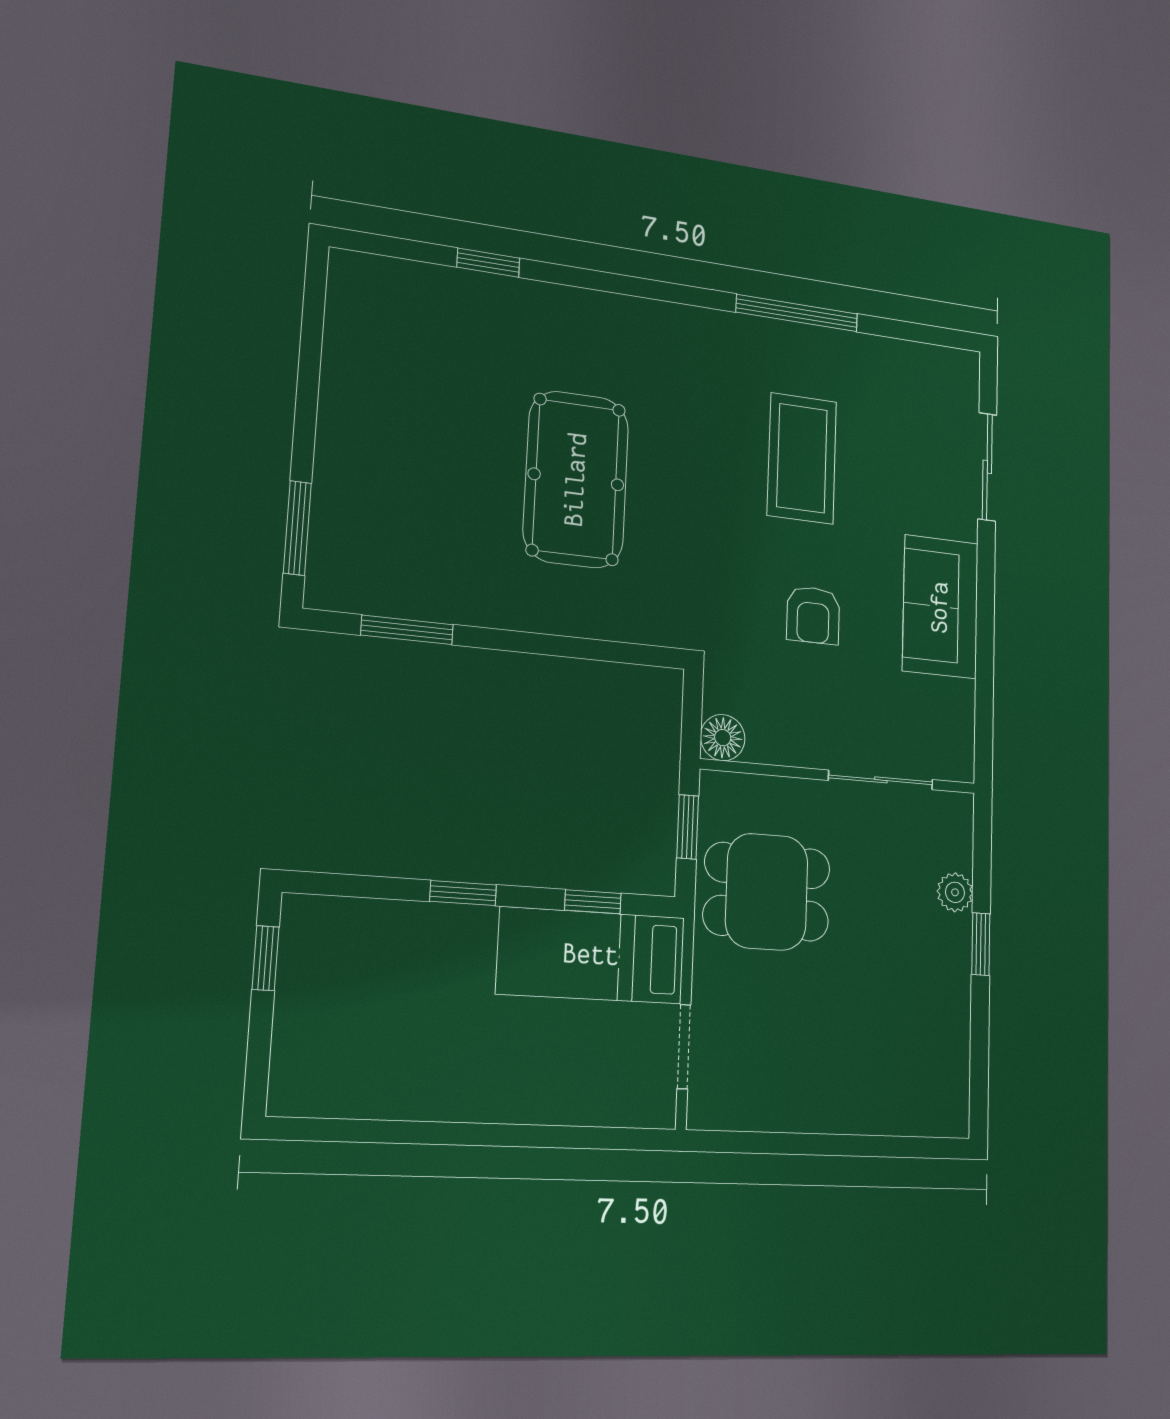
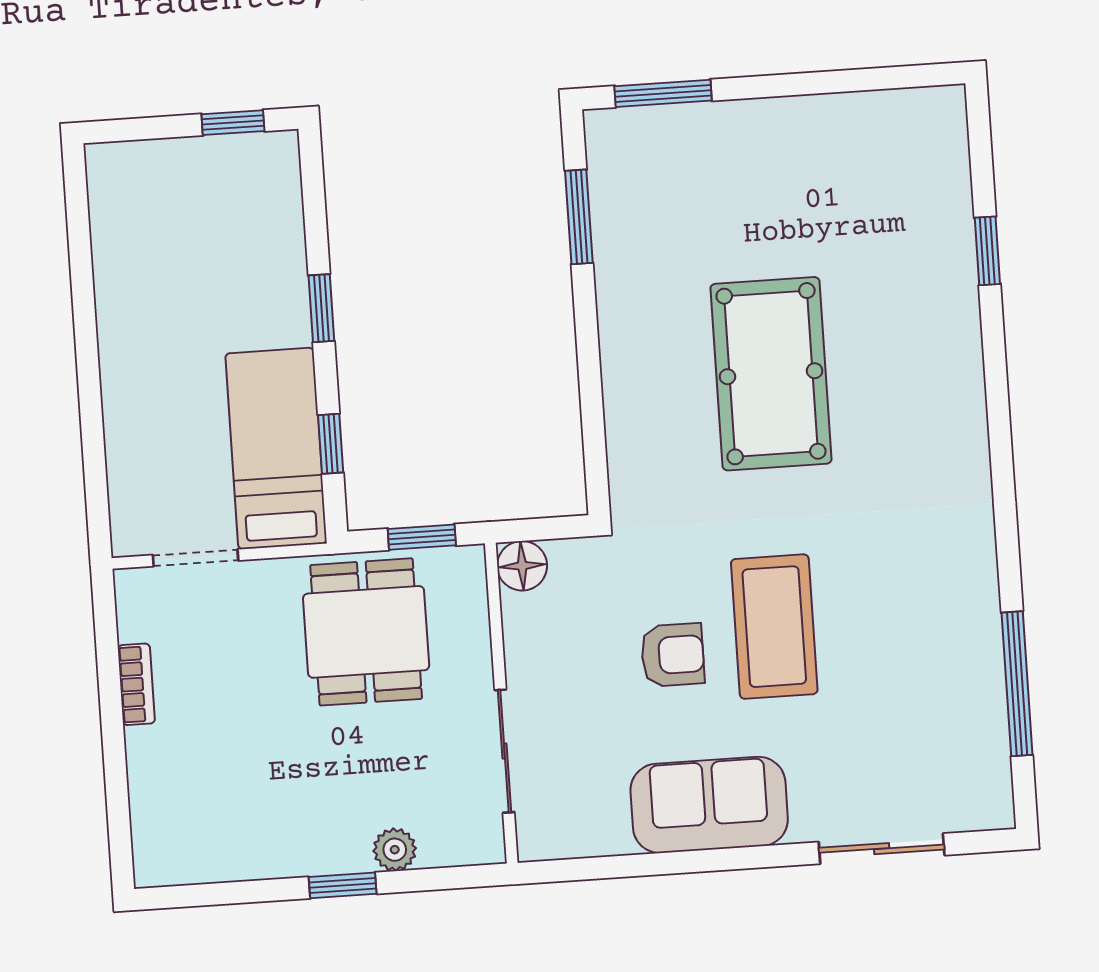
window: (797, 313) -> (1017, 684), moved
coffee table: (802, 458) -> (774, 627), moved, turned 90
pool table: (576, 479) -> (771, 374), turned 90
armchair: (813, 615) -> (673, 655), turned 180
bookcase: (793, 1118) -> (136, 684), added

